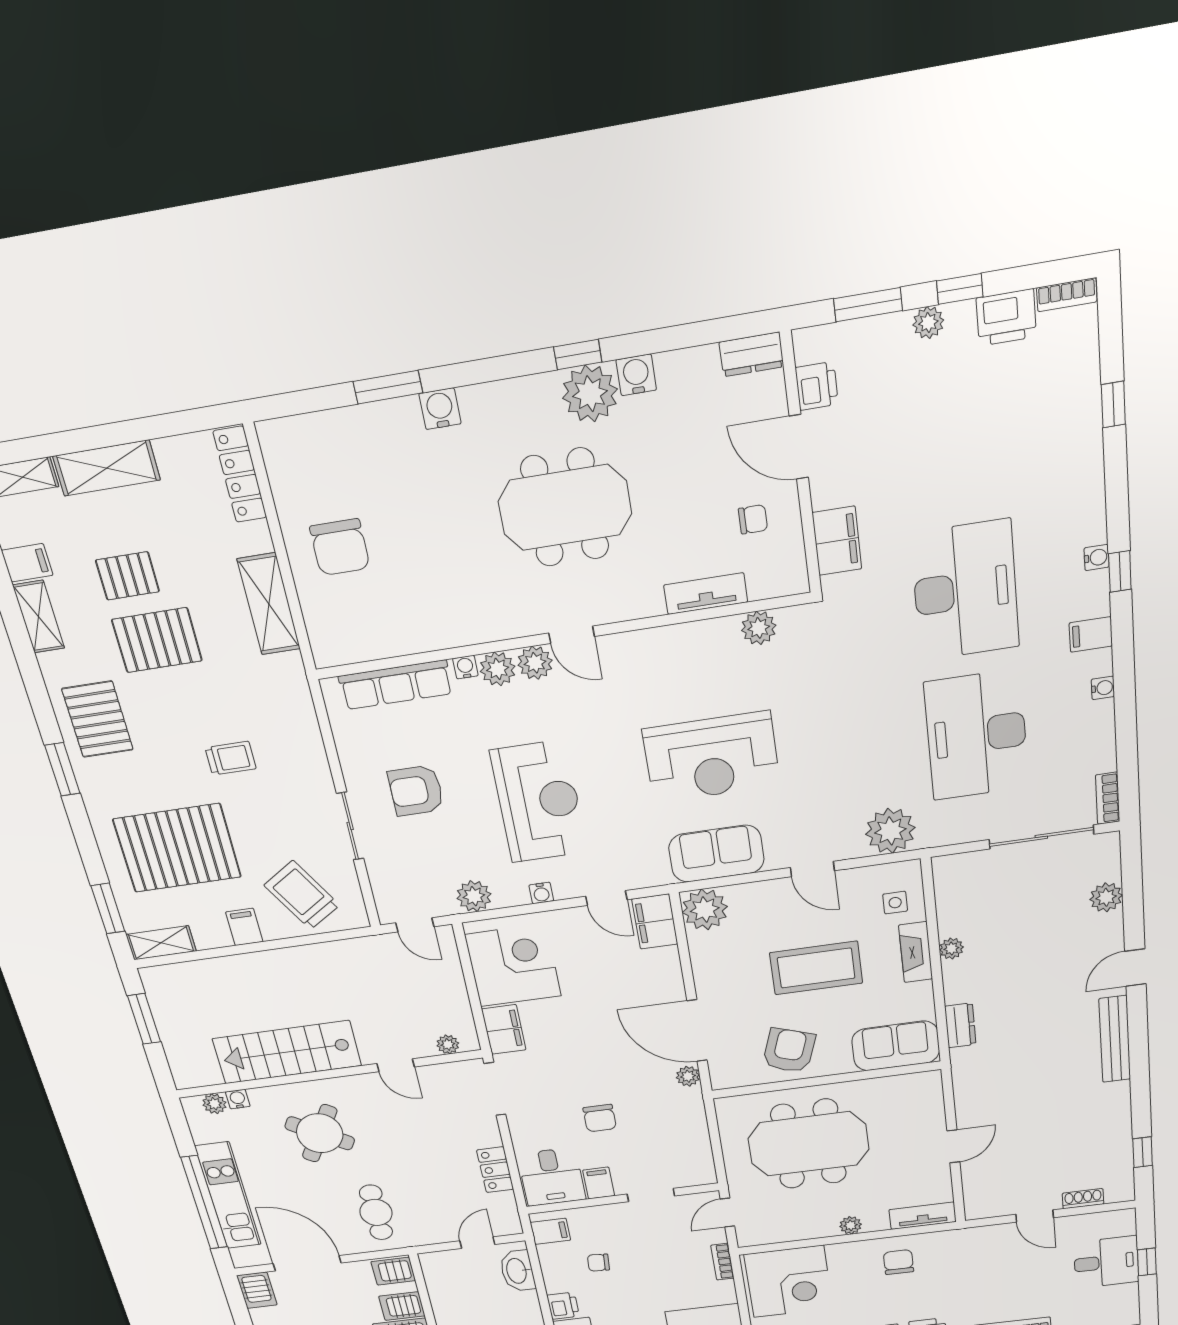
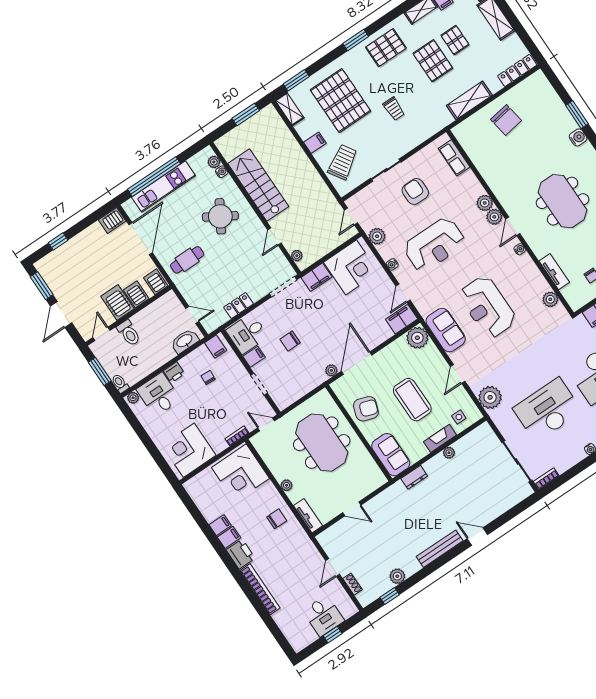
chair: (340, 547) -> (506, 120), turned -99
water cooler: (465, 667) -> (520, 249), moved
row of seats: (396, 685) -> (454, 158), width x0.68
plant: (1106, 897) -> (397, 576), moved

